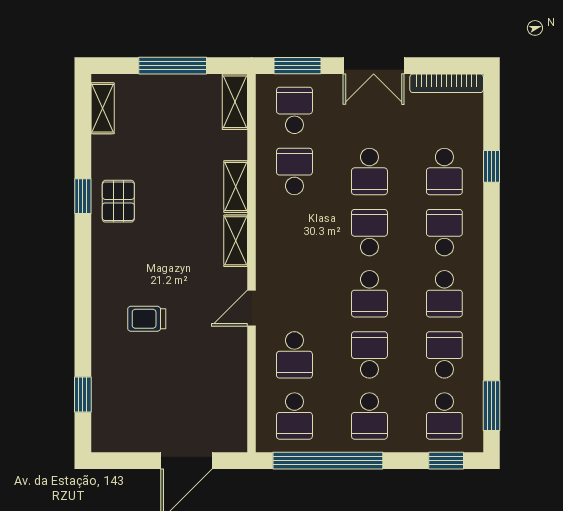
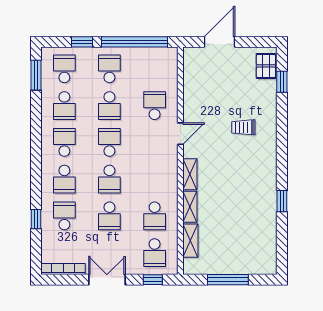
window: (297, 66) -> (153, 280), width x0.67
shelving: (235, 102) -> (190, 241), moved
shelving: (103, 108) -> (270, 254), removed
school desk: (369, 171) -> (109, 216), turned 180
pallet: (118, 201) -> (266, 66), moved
trolley: (147, 319) -> (243, 127), turned 180
school desk: (294, 416) -> (155, 69), removed
window: (446, 461) -> (82, 42), moved

